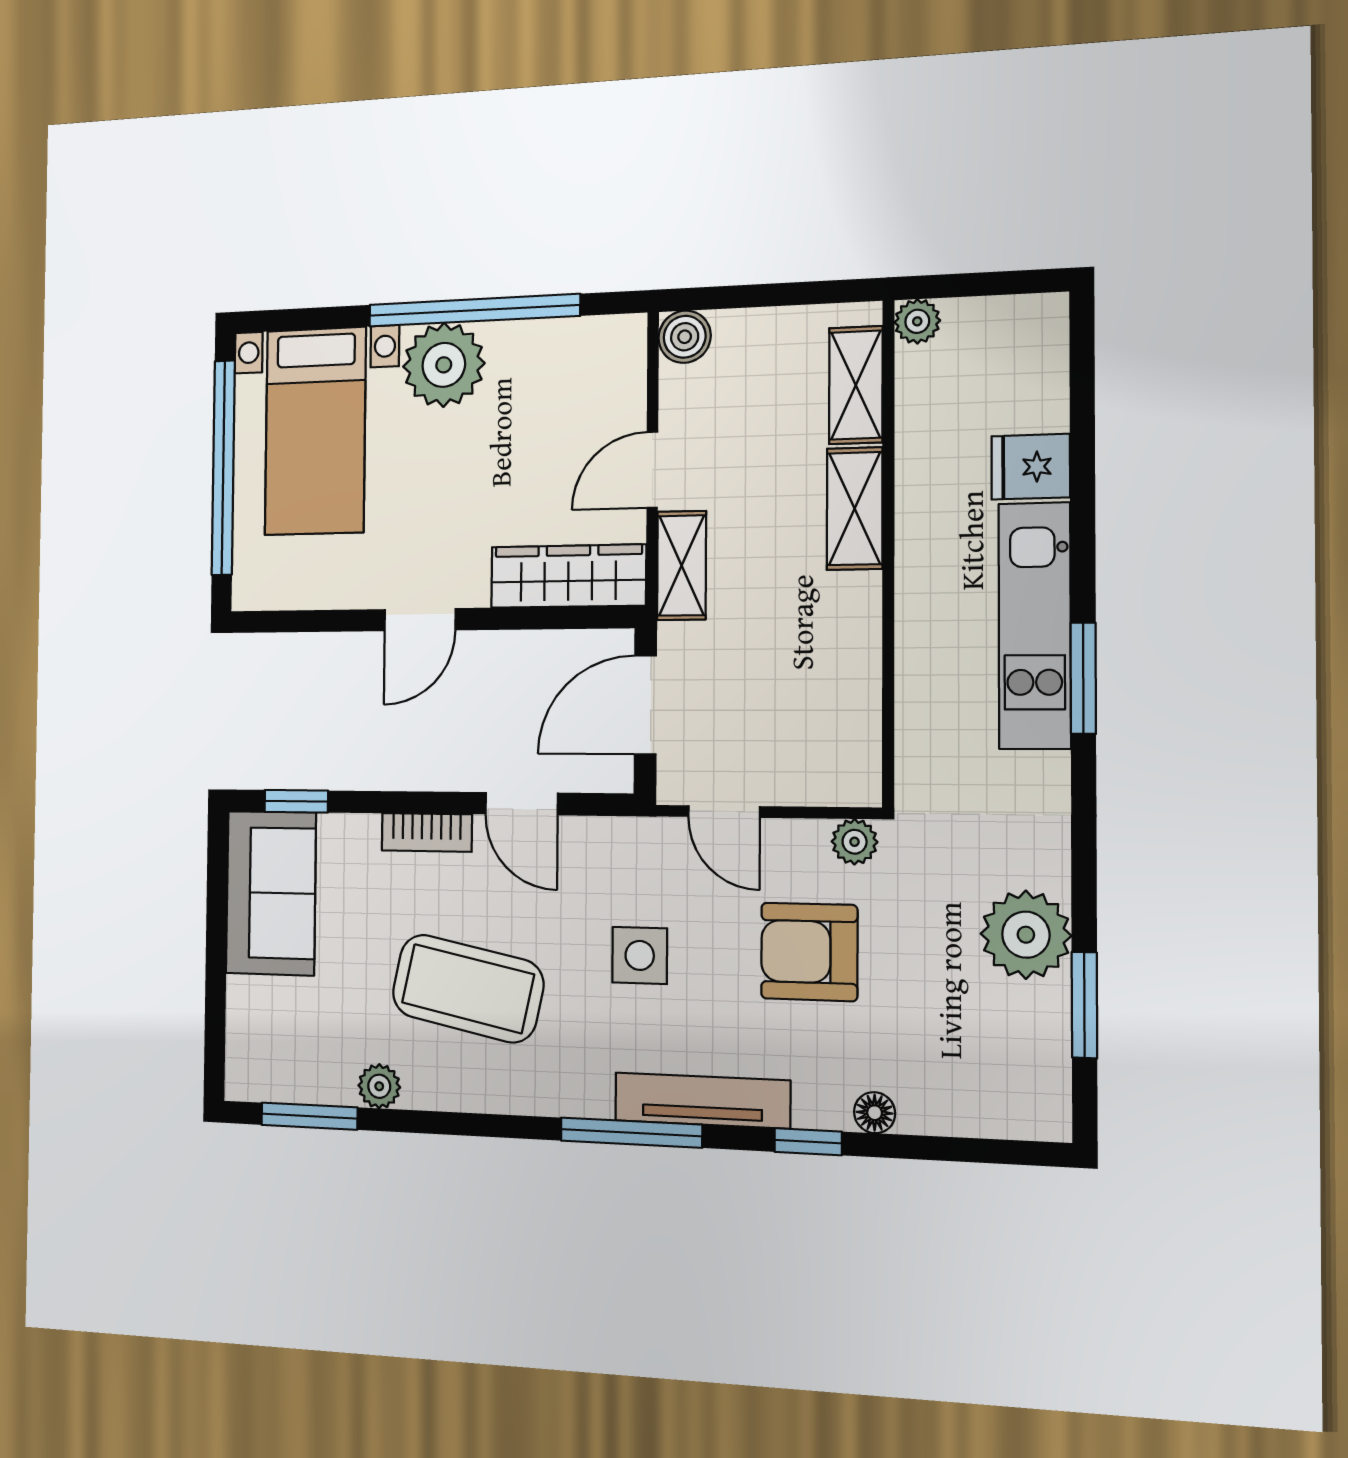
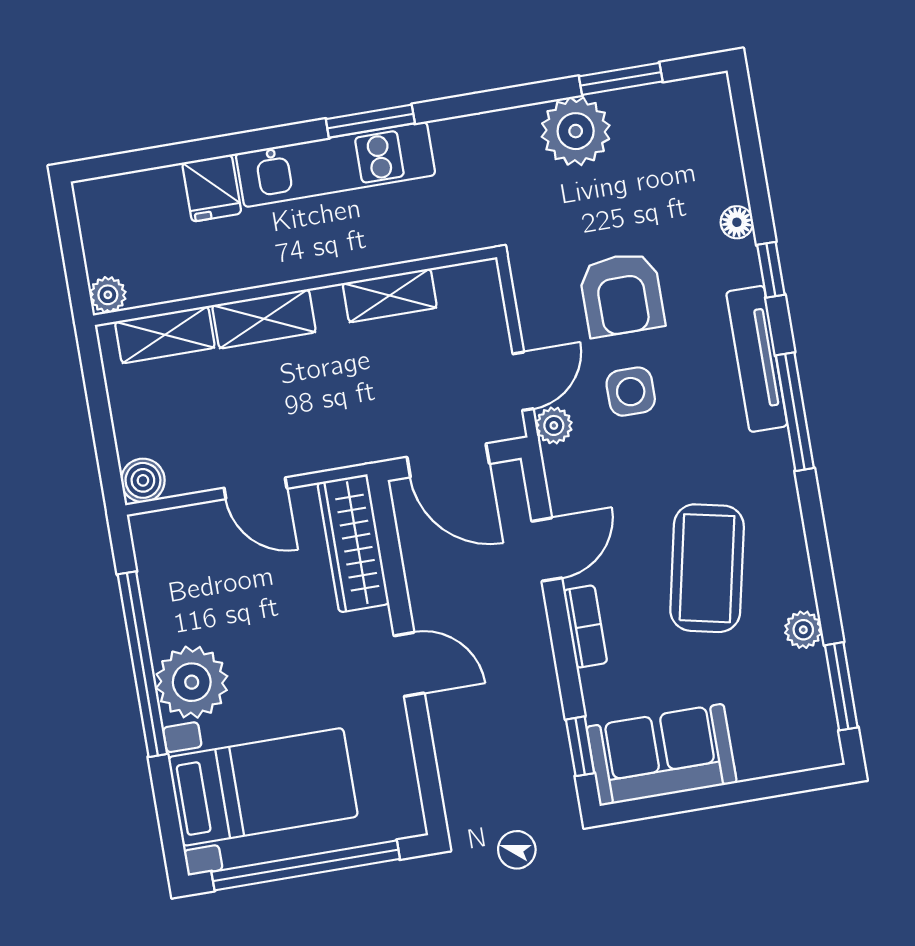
shelving: (682, 565) -> (390, 295), moved
plant: (855, 842) -> (554, 425), moved
side table: (640, 955) -> (631, 392), moved

